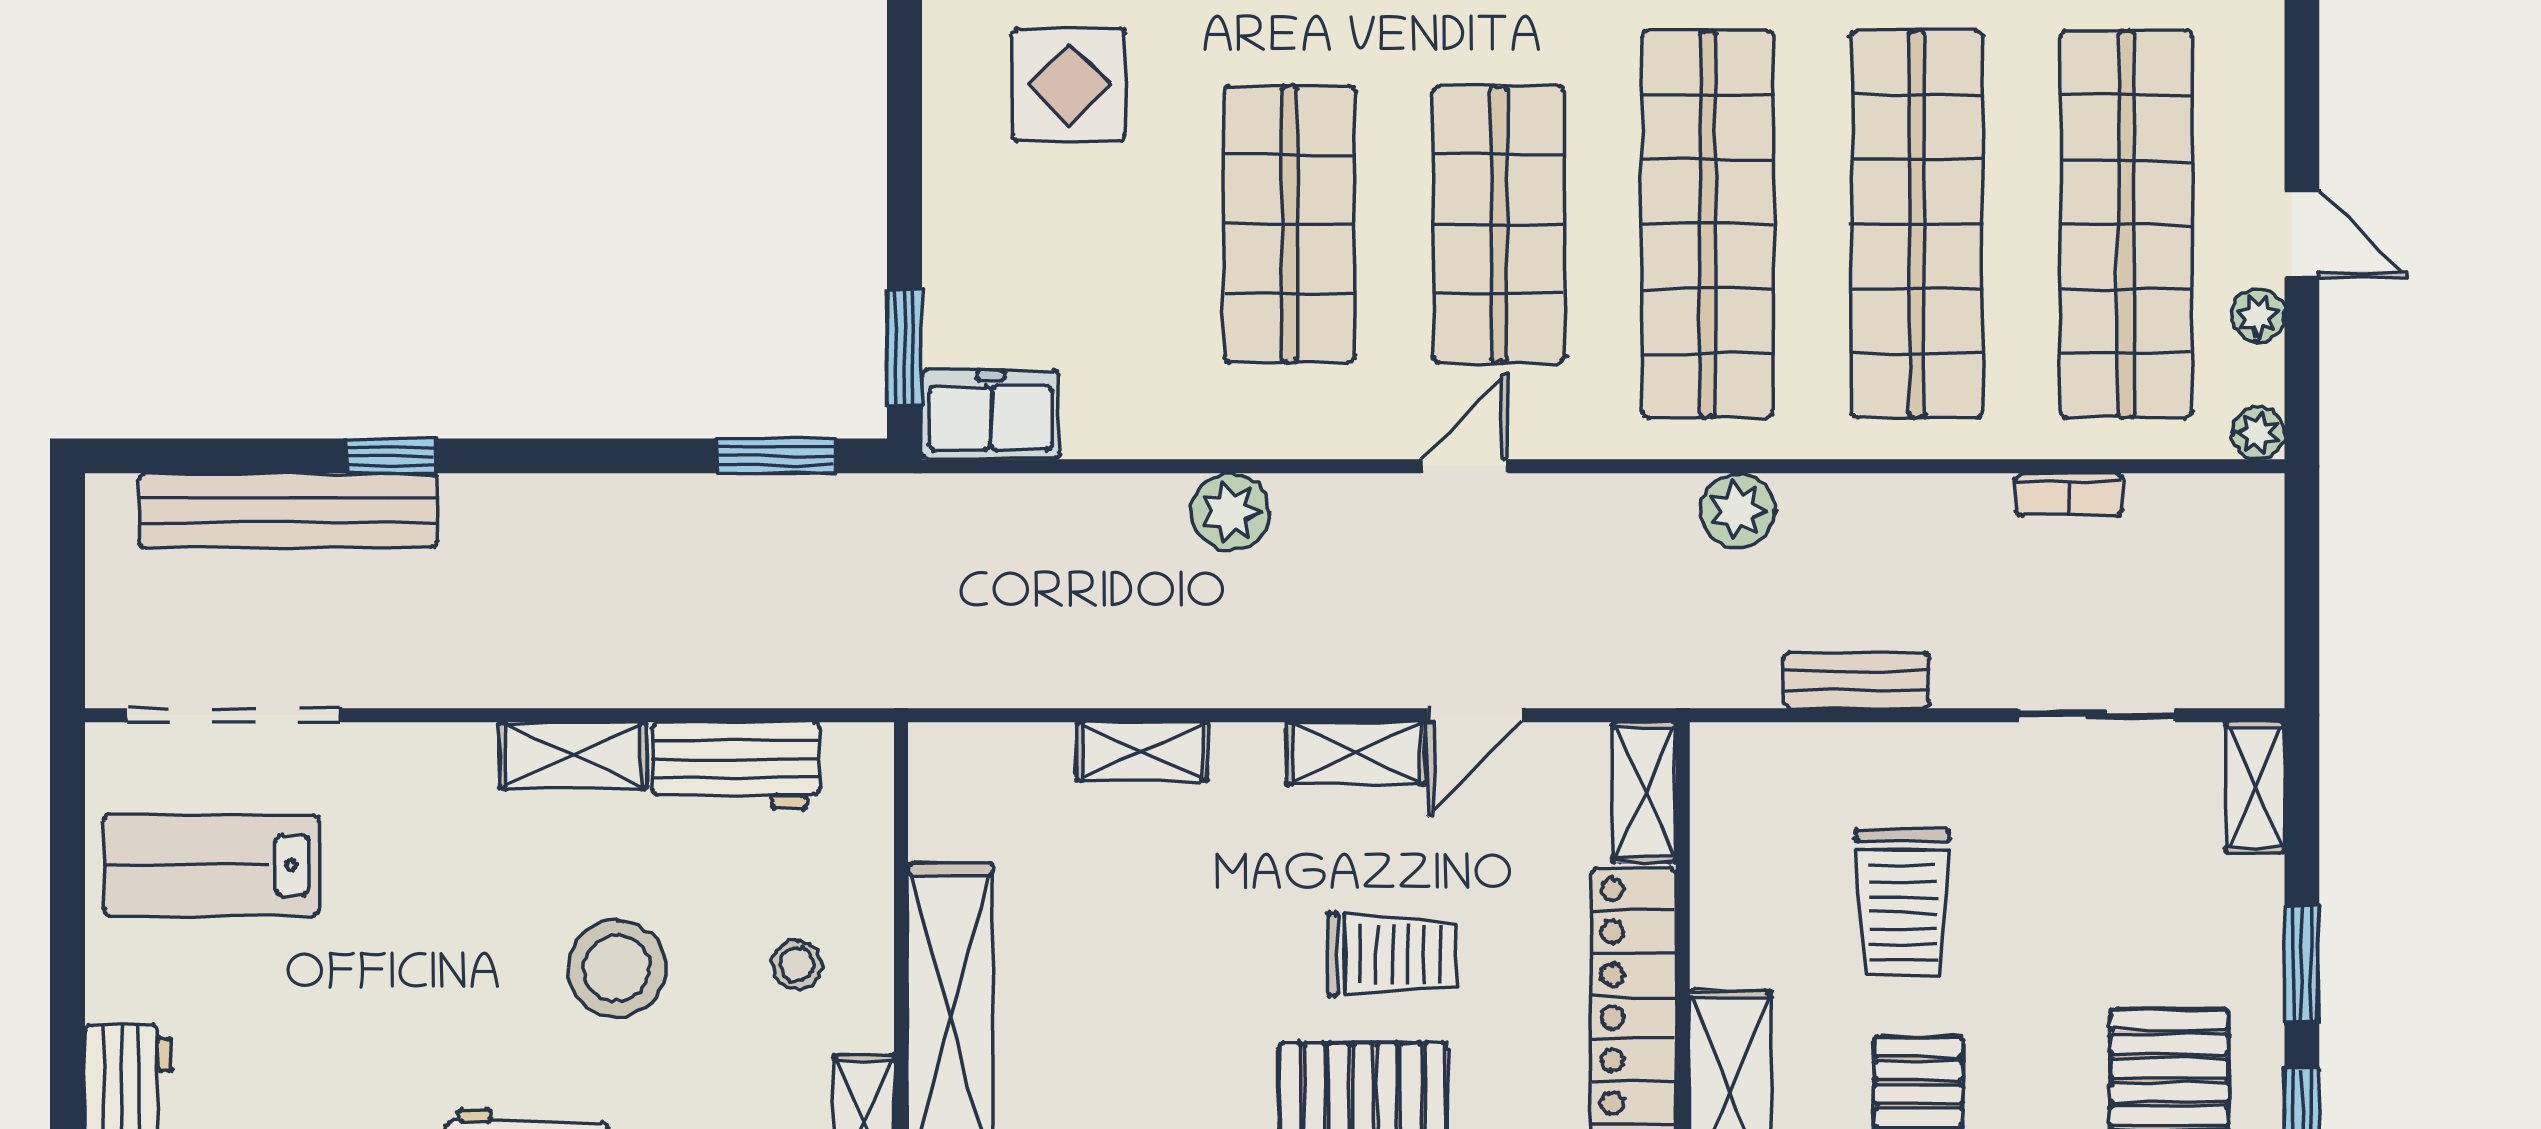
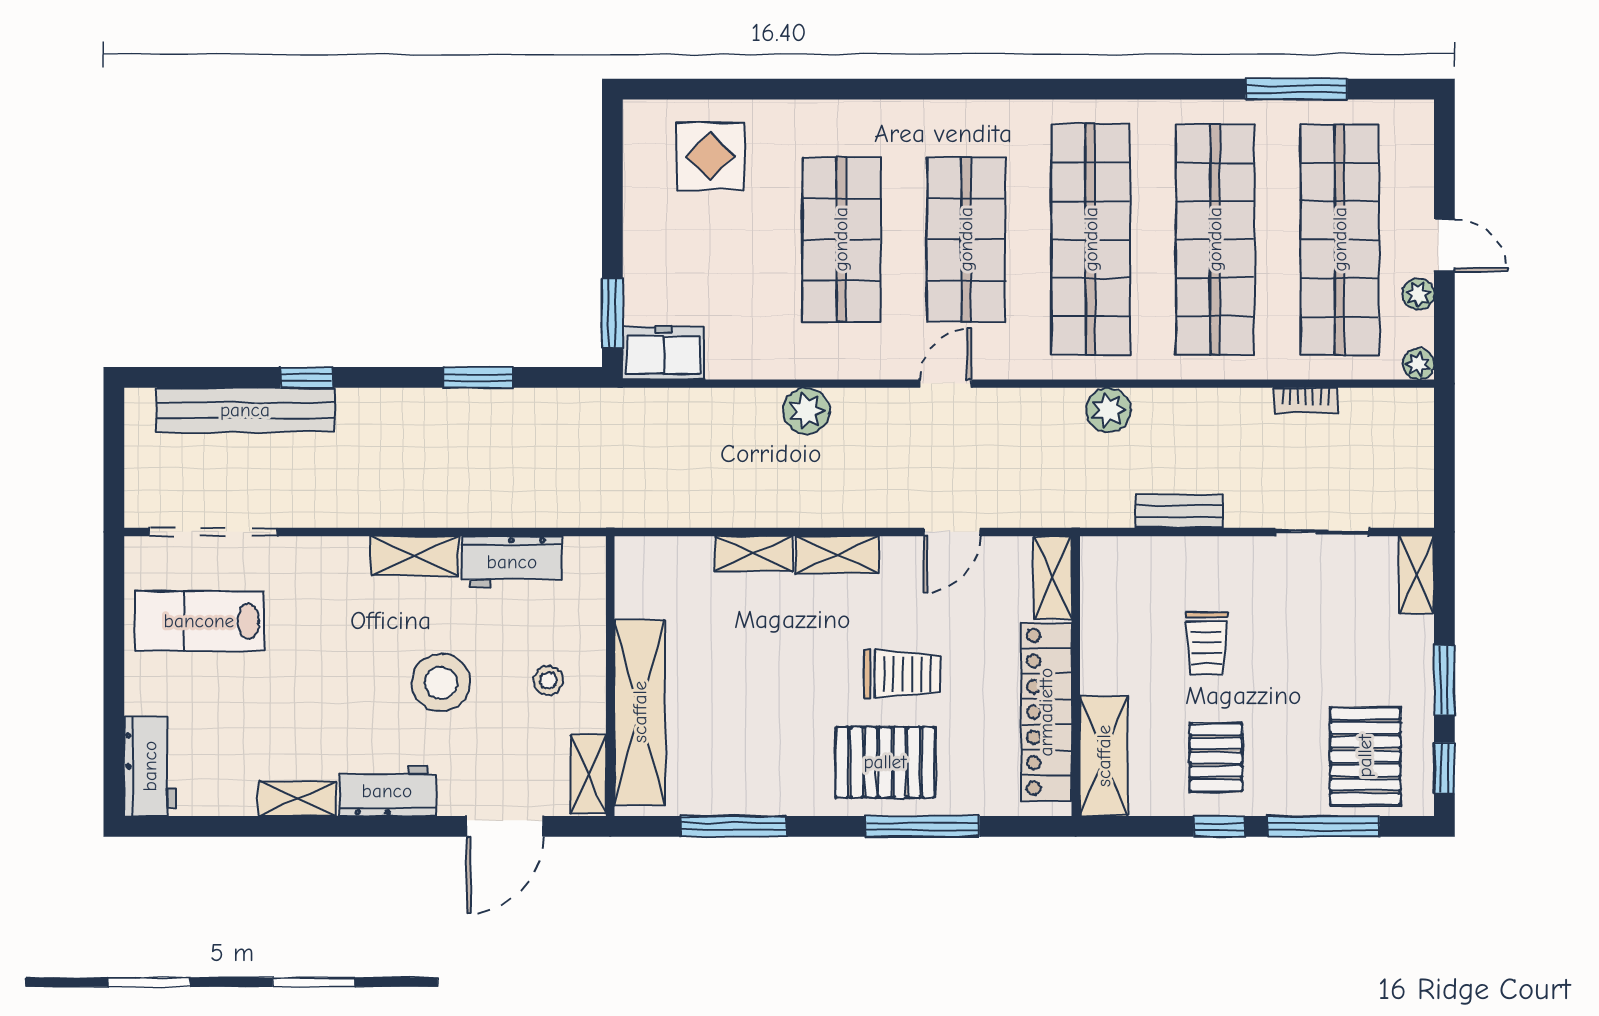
window: (776, 456) -> (478, 377), moved
shelving: (1356, 753) -> (837, 555), moved
trolley: (1902, 902) -> (1206, 643), width x0.73, depth x0.72

